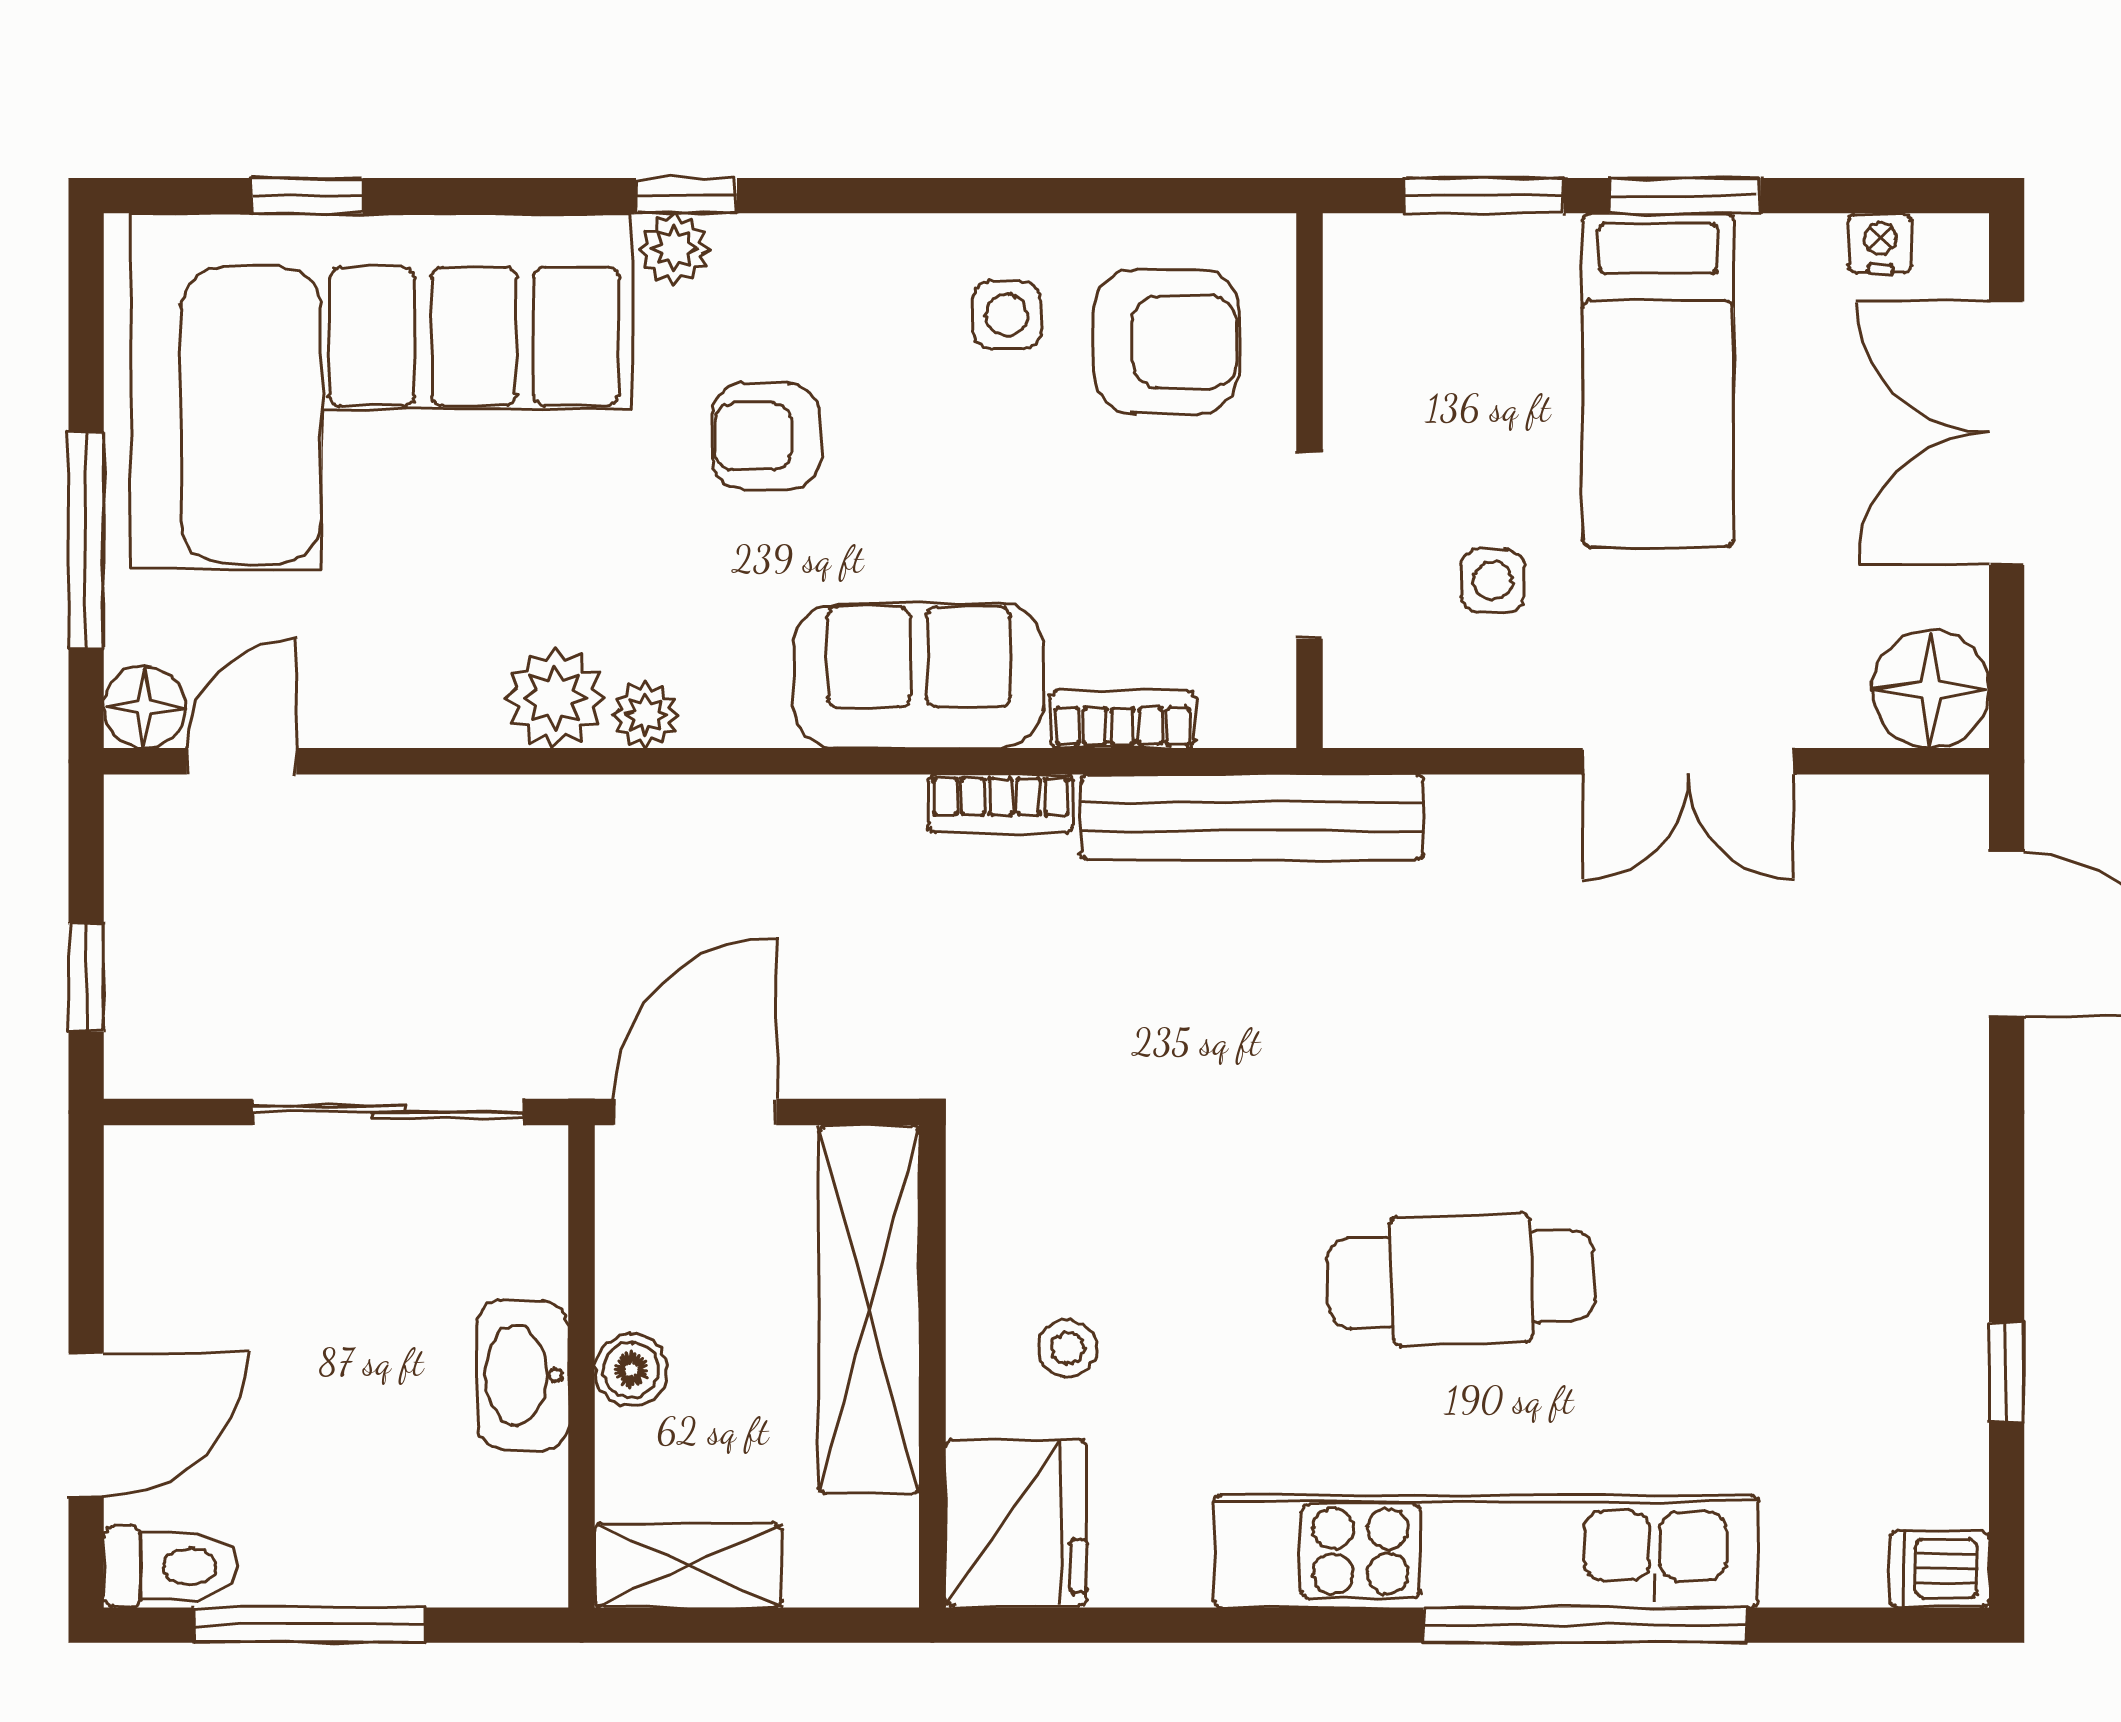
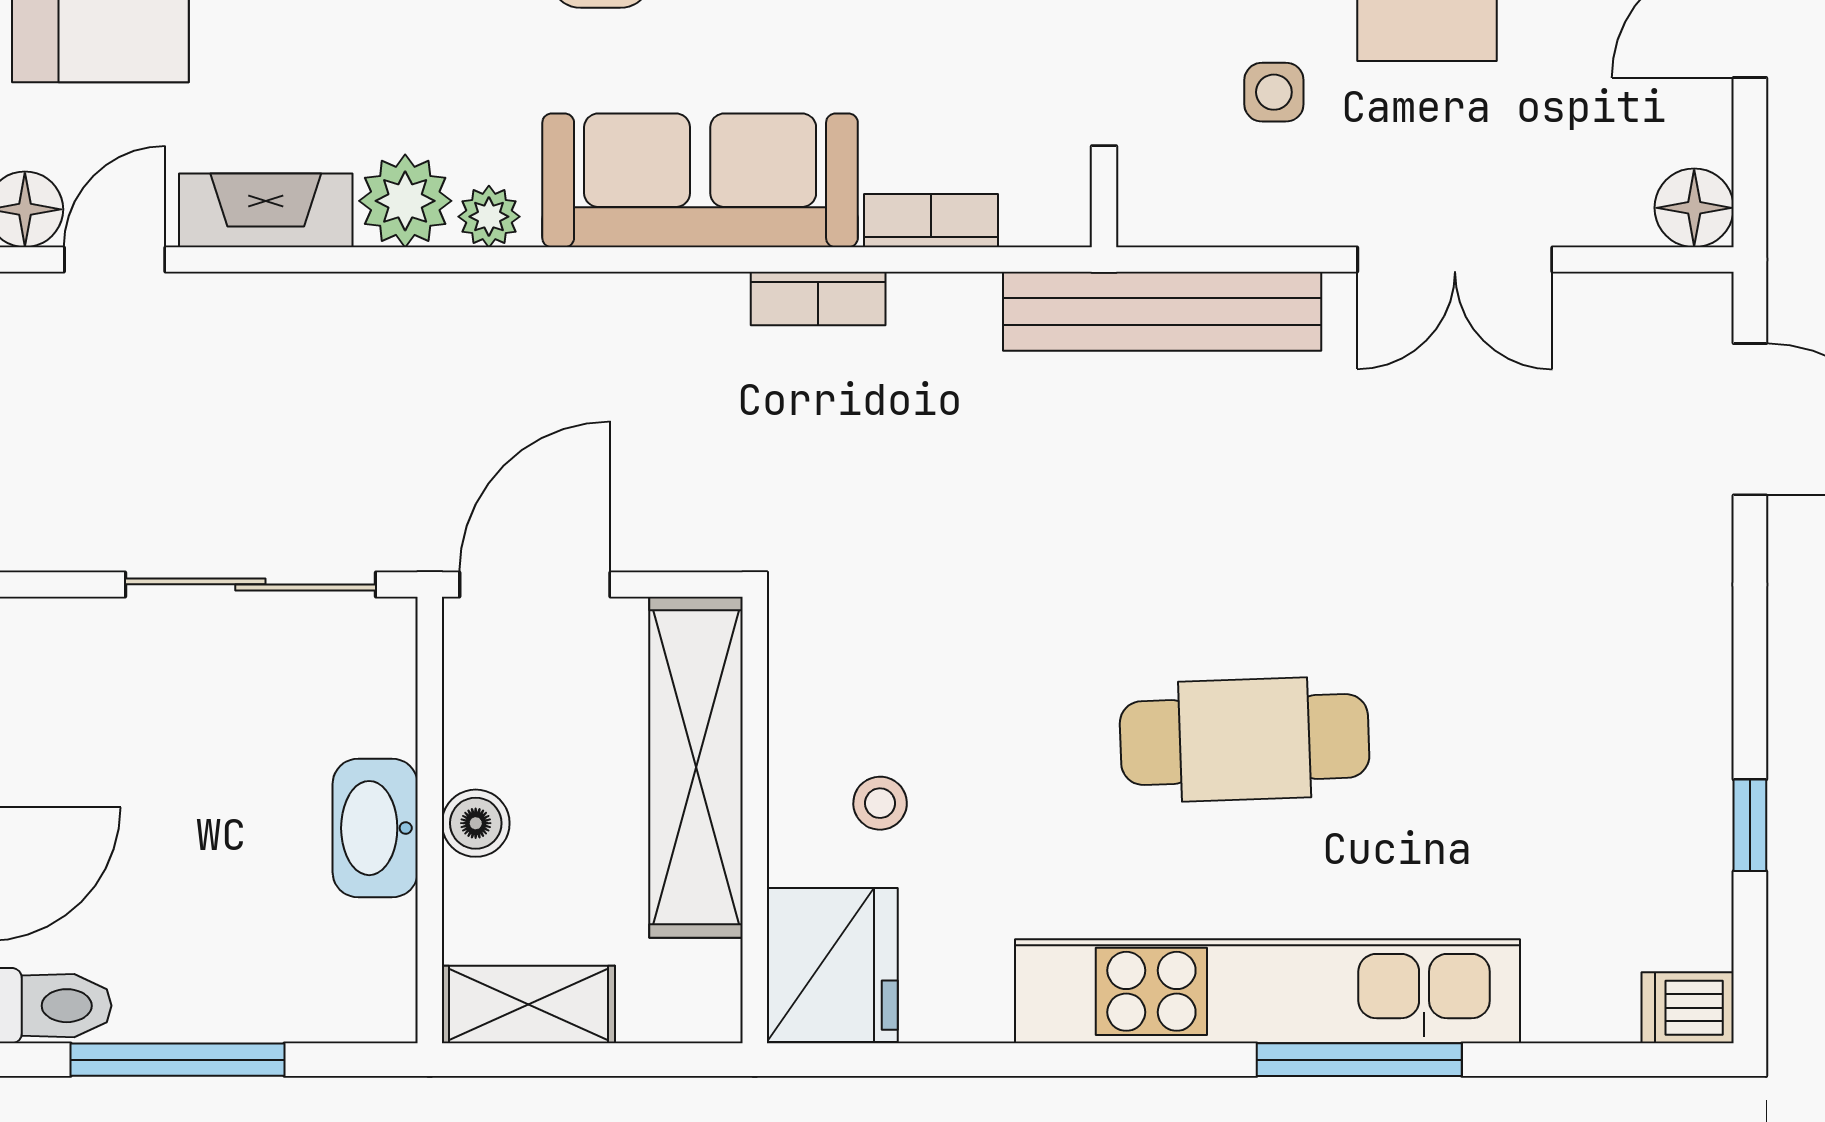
sofa: (918, 676) -> (700, 180), width x1.36
floor lamp: (1930, 689) -> (1694, 208), width x0.73, depth x0.73
fireplace: (405, 708) -> (266, 210), added
bench: (1252, 817) -> (1162, 311), moved
window: (1585, 1625) -> (1359, 1060), width x0.68

